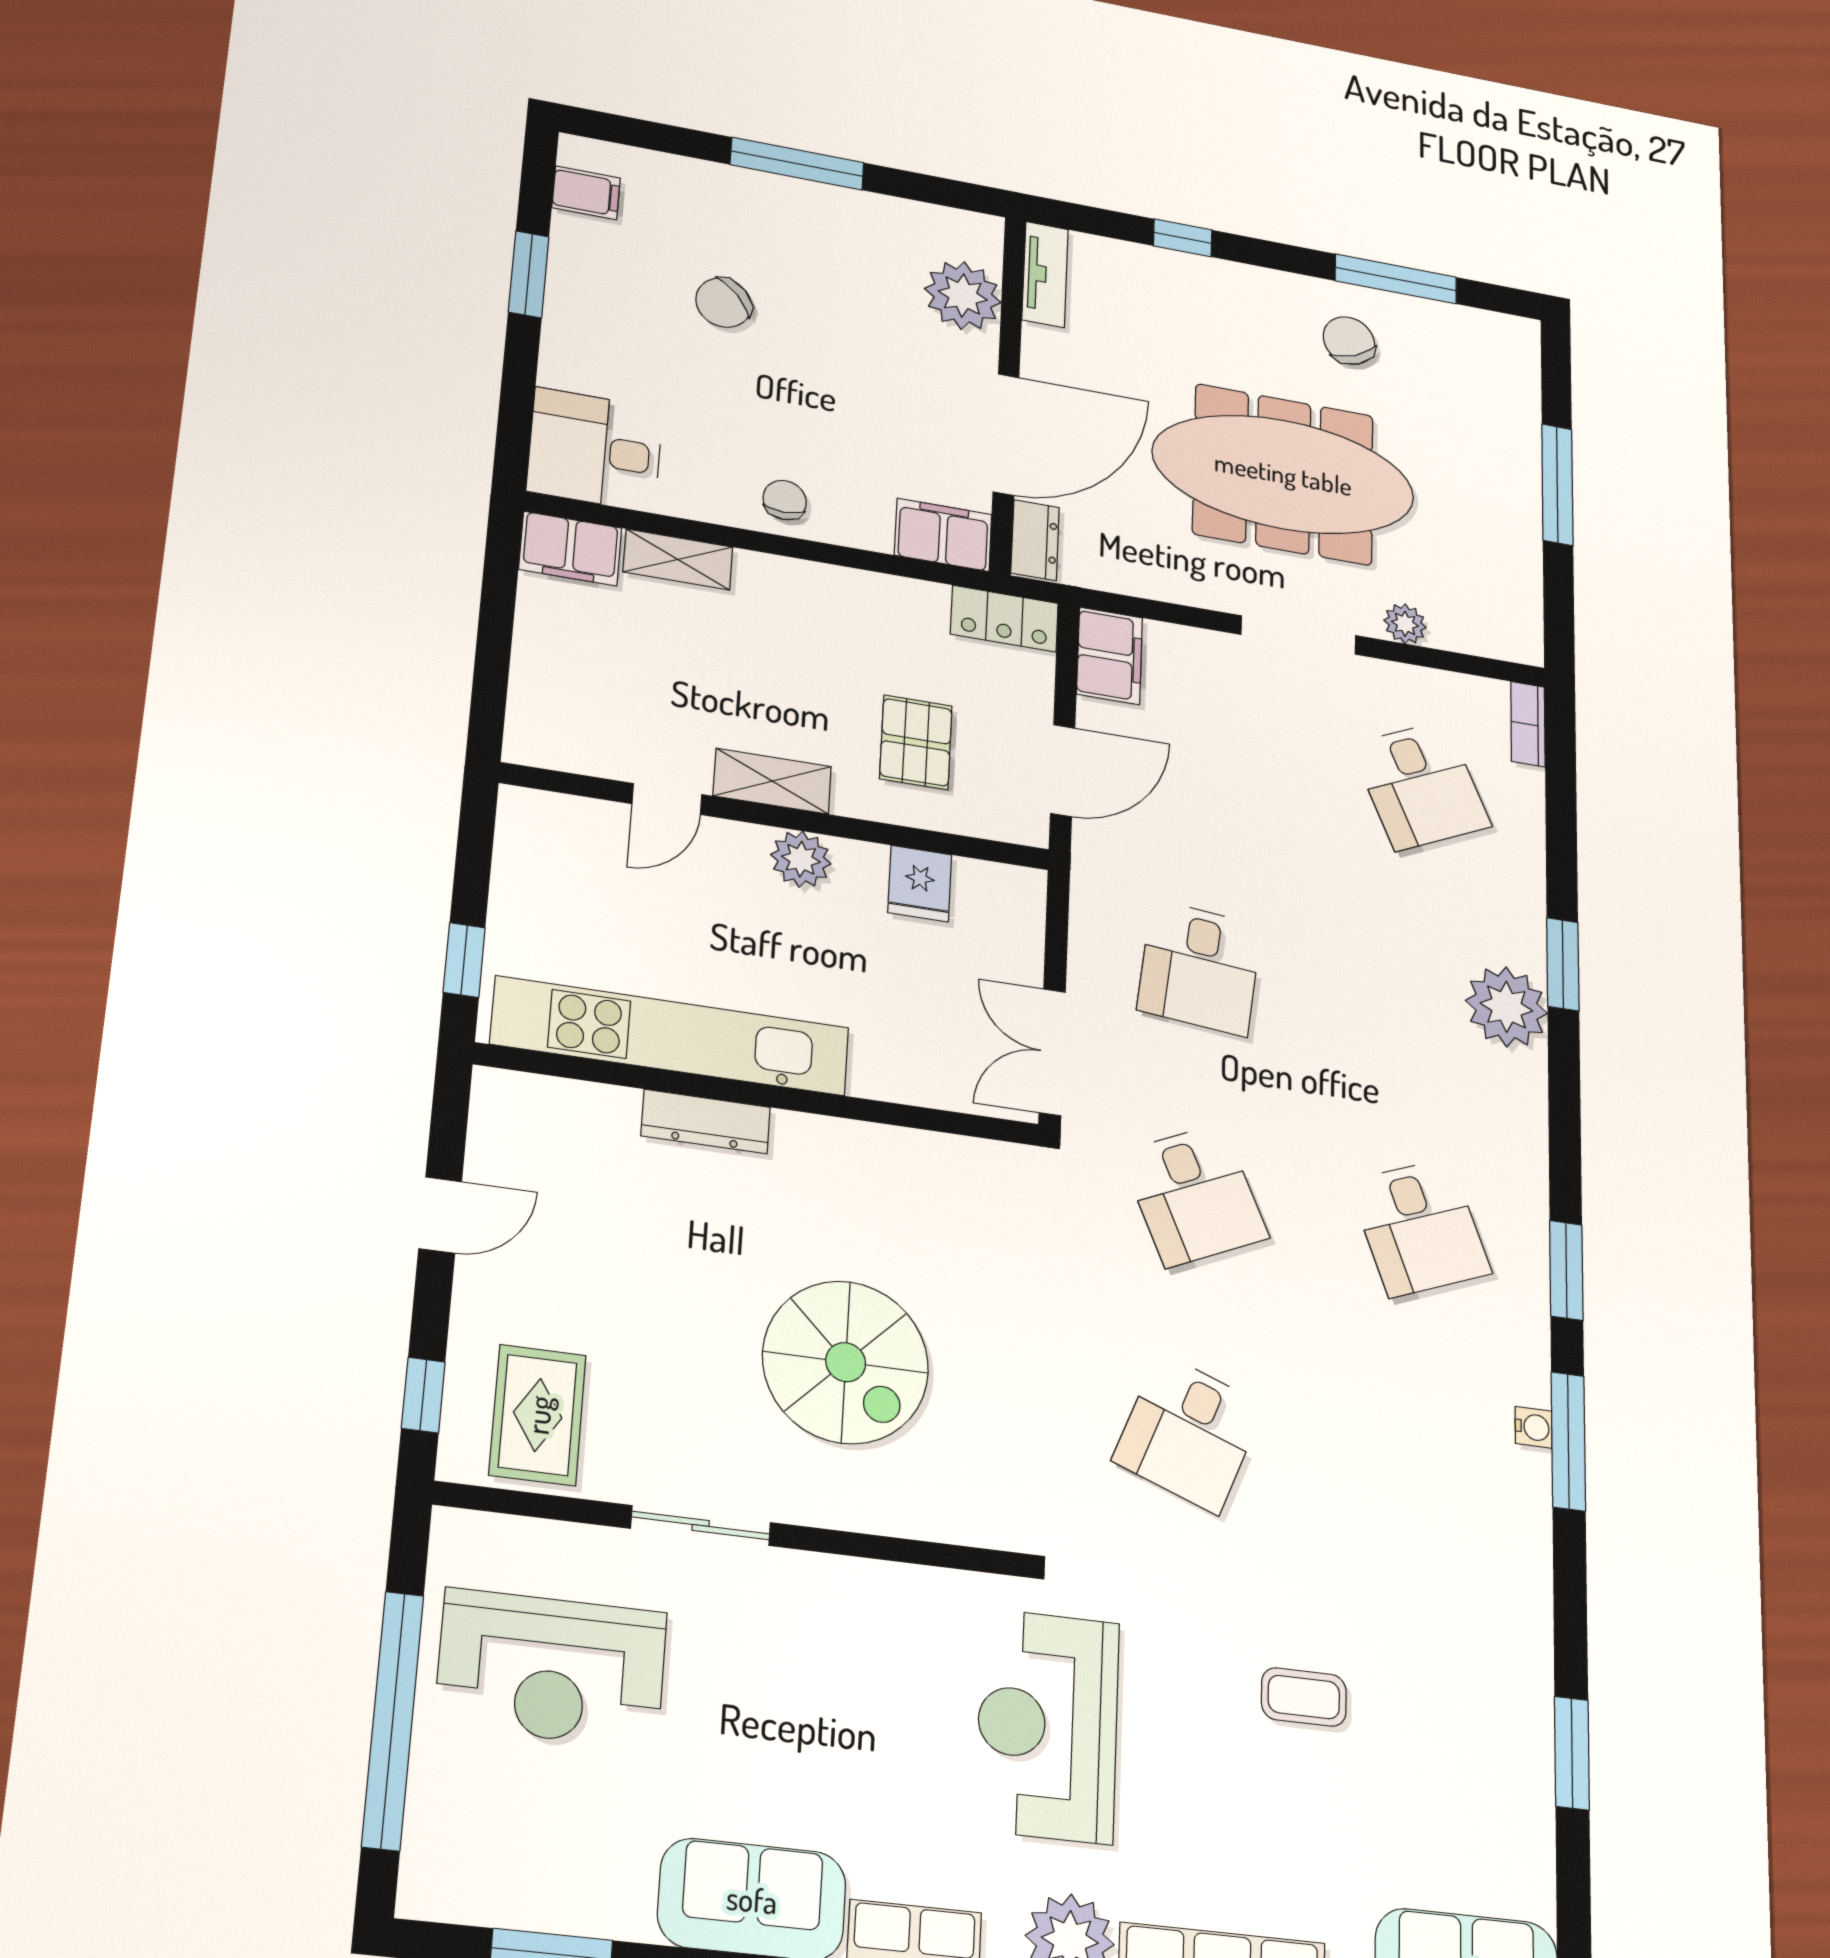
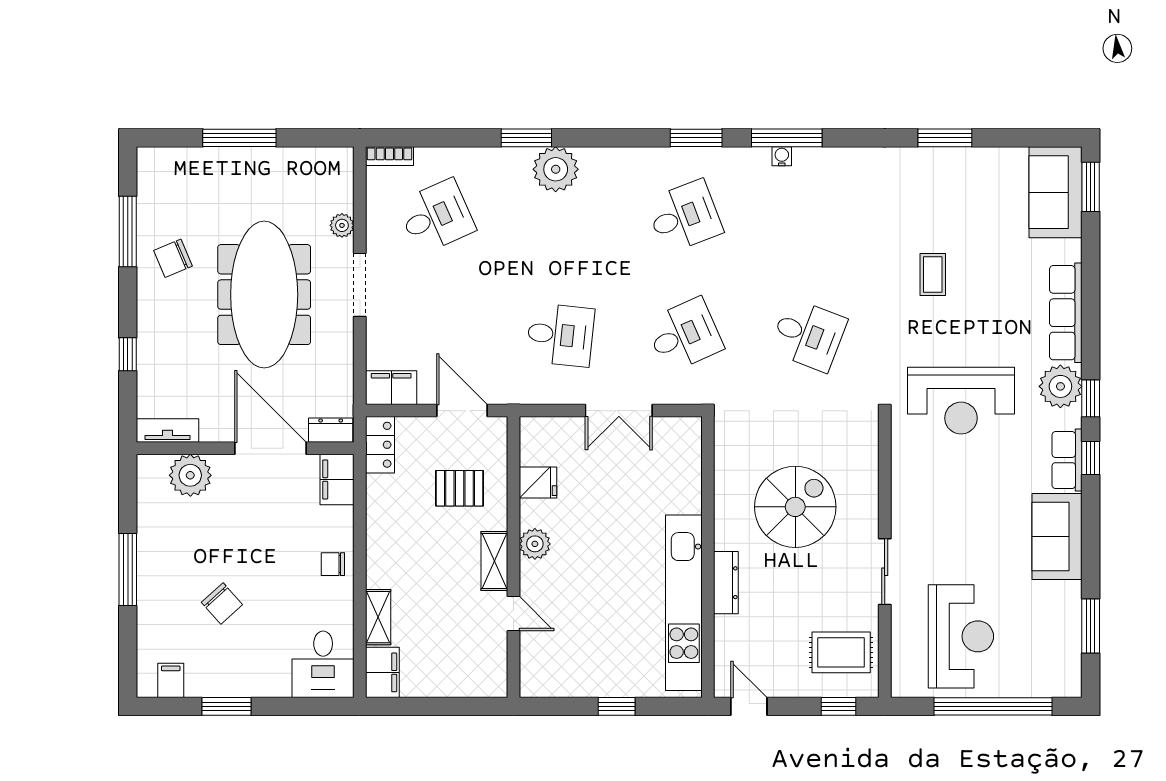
kitchen unit: (671, 1036) -> (684, 603), moved
wall: (760, 1095) -> (708, 557), moved
dresser: (706, 1122) -> (726, 583), moved

